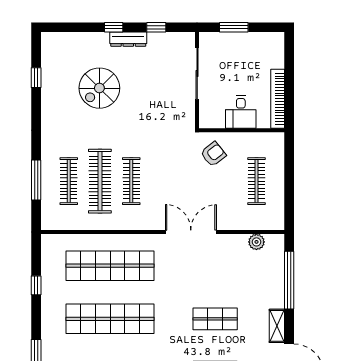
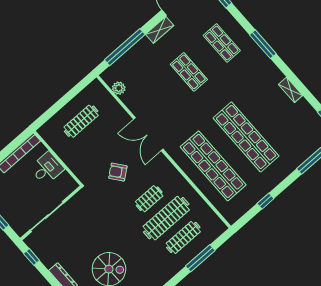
window: (156, 27) -> (32, 257), moved
armchair: (213, 154) -> (118, 172), moved
clothes rail: (131, 181) -> (149, 199), width x0.73

